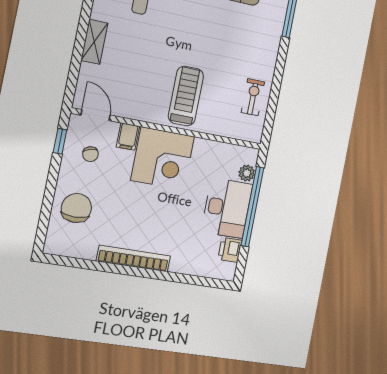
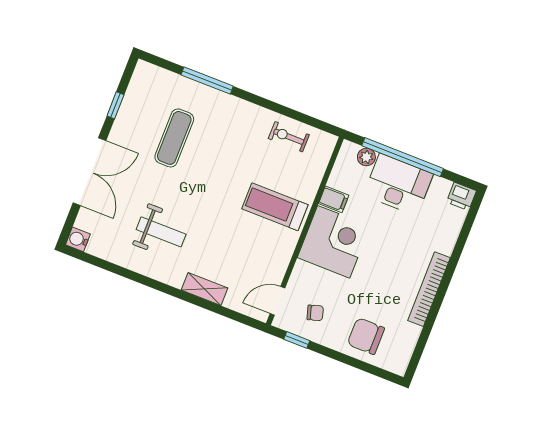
filing cabinet: (128, 137) -> (334, 199), moved
printer: (230, 250) -> (461, 196), moved

